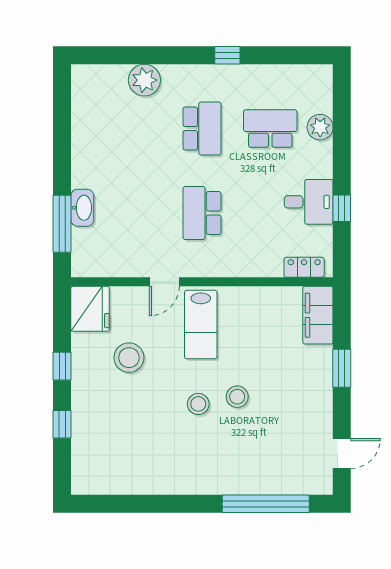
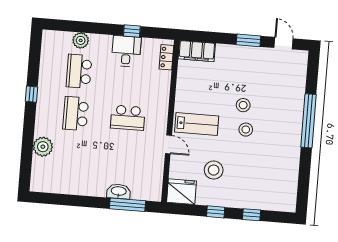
school desk: (202, 129) -> (76, 114), turned -90
window: (342, 368) -> (248, 40), moved
window: (266, 504) -> (309, 121), moved

